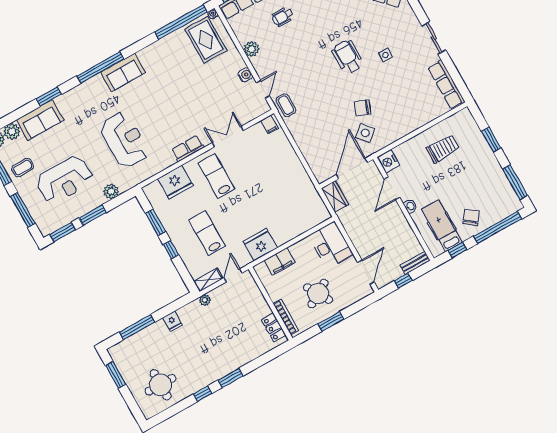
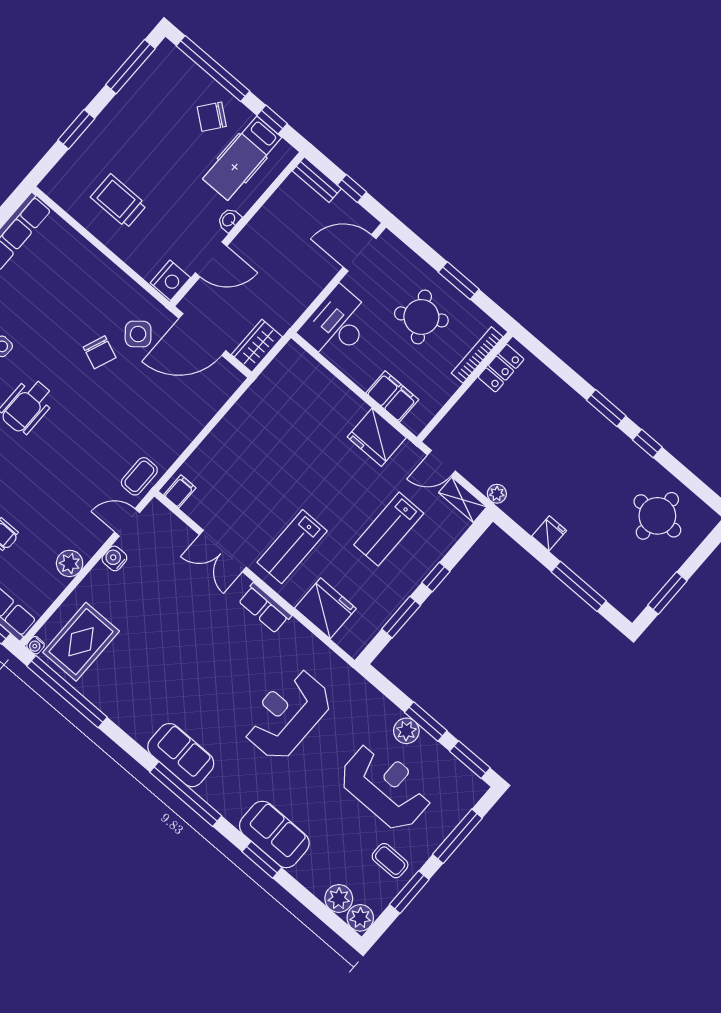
sofa: (40, 120) -> (274, 834), moved
plant: (111, 191) -> (406, 731), moved

